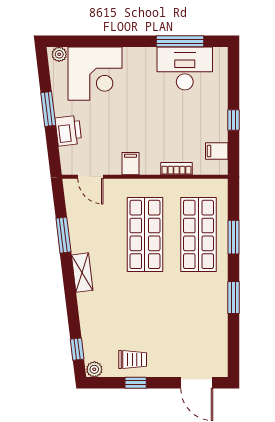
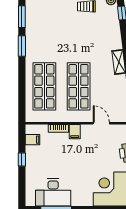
filing cabinet: (130, 164) -> (75, 132), moved
door: (90, 177) -> (101, 123), moved
window: (234, 237) -> (22, 17), moved

